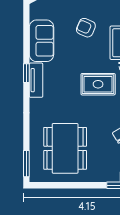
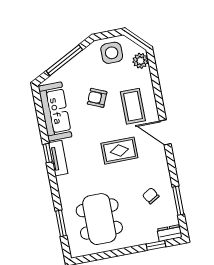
sofa: (41, 41) -> (55, 111), width x1.36
window: (26, 164) -> (61, 223), moved

